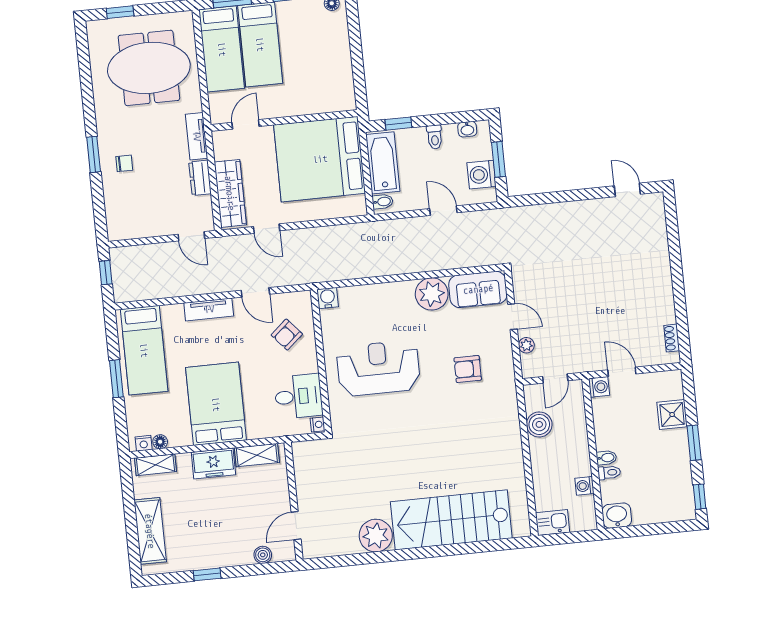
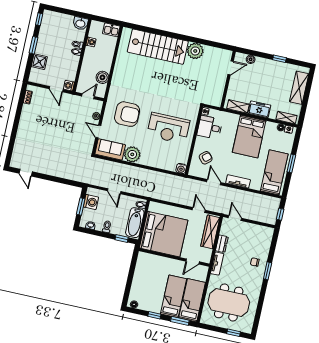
armchair: (468, 369) -> (127, 114), width x1.88, depth x1.88

